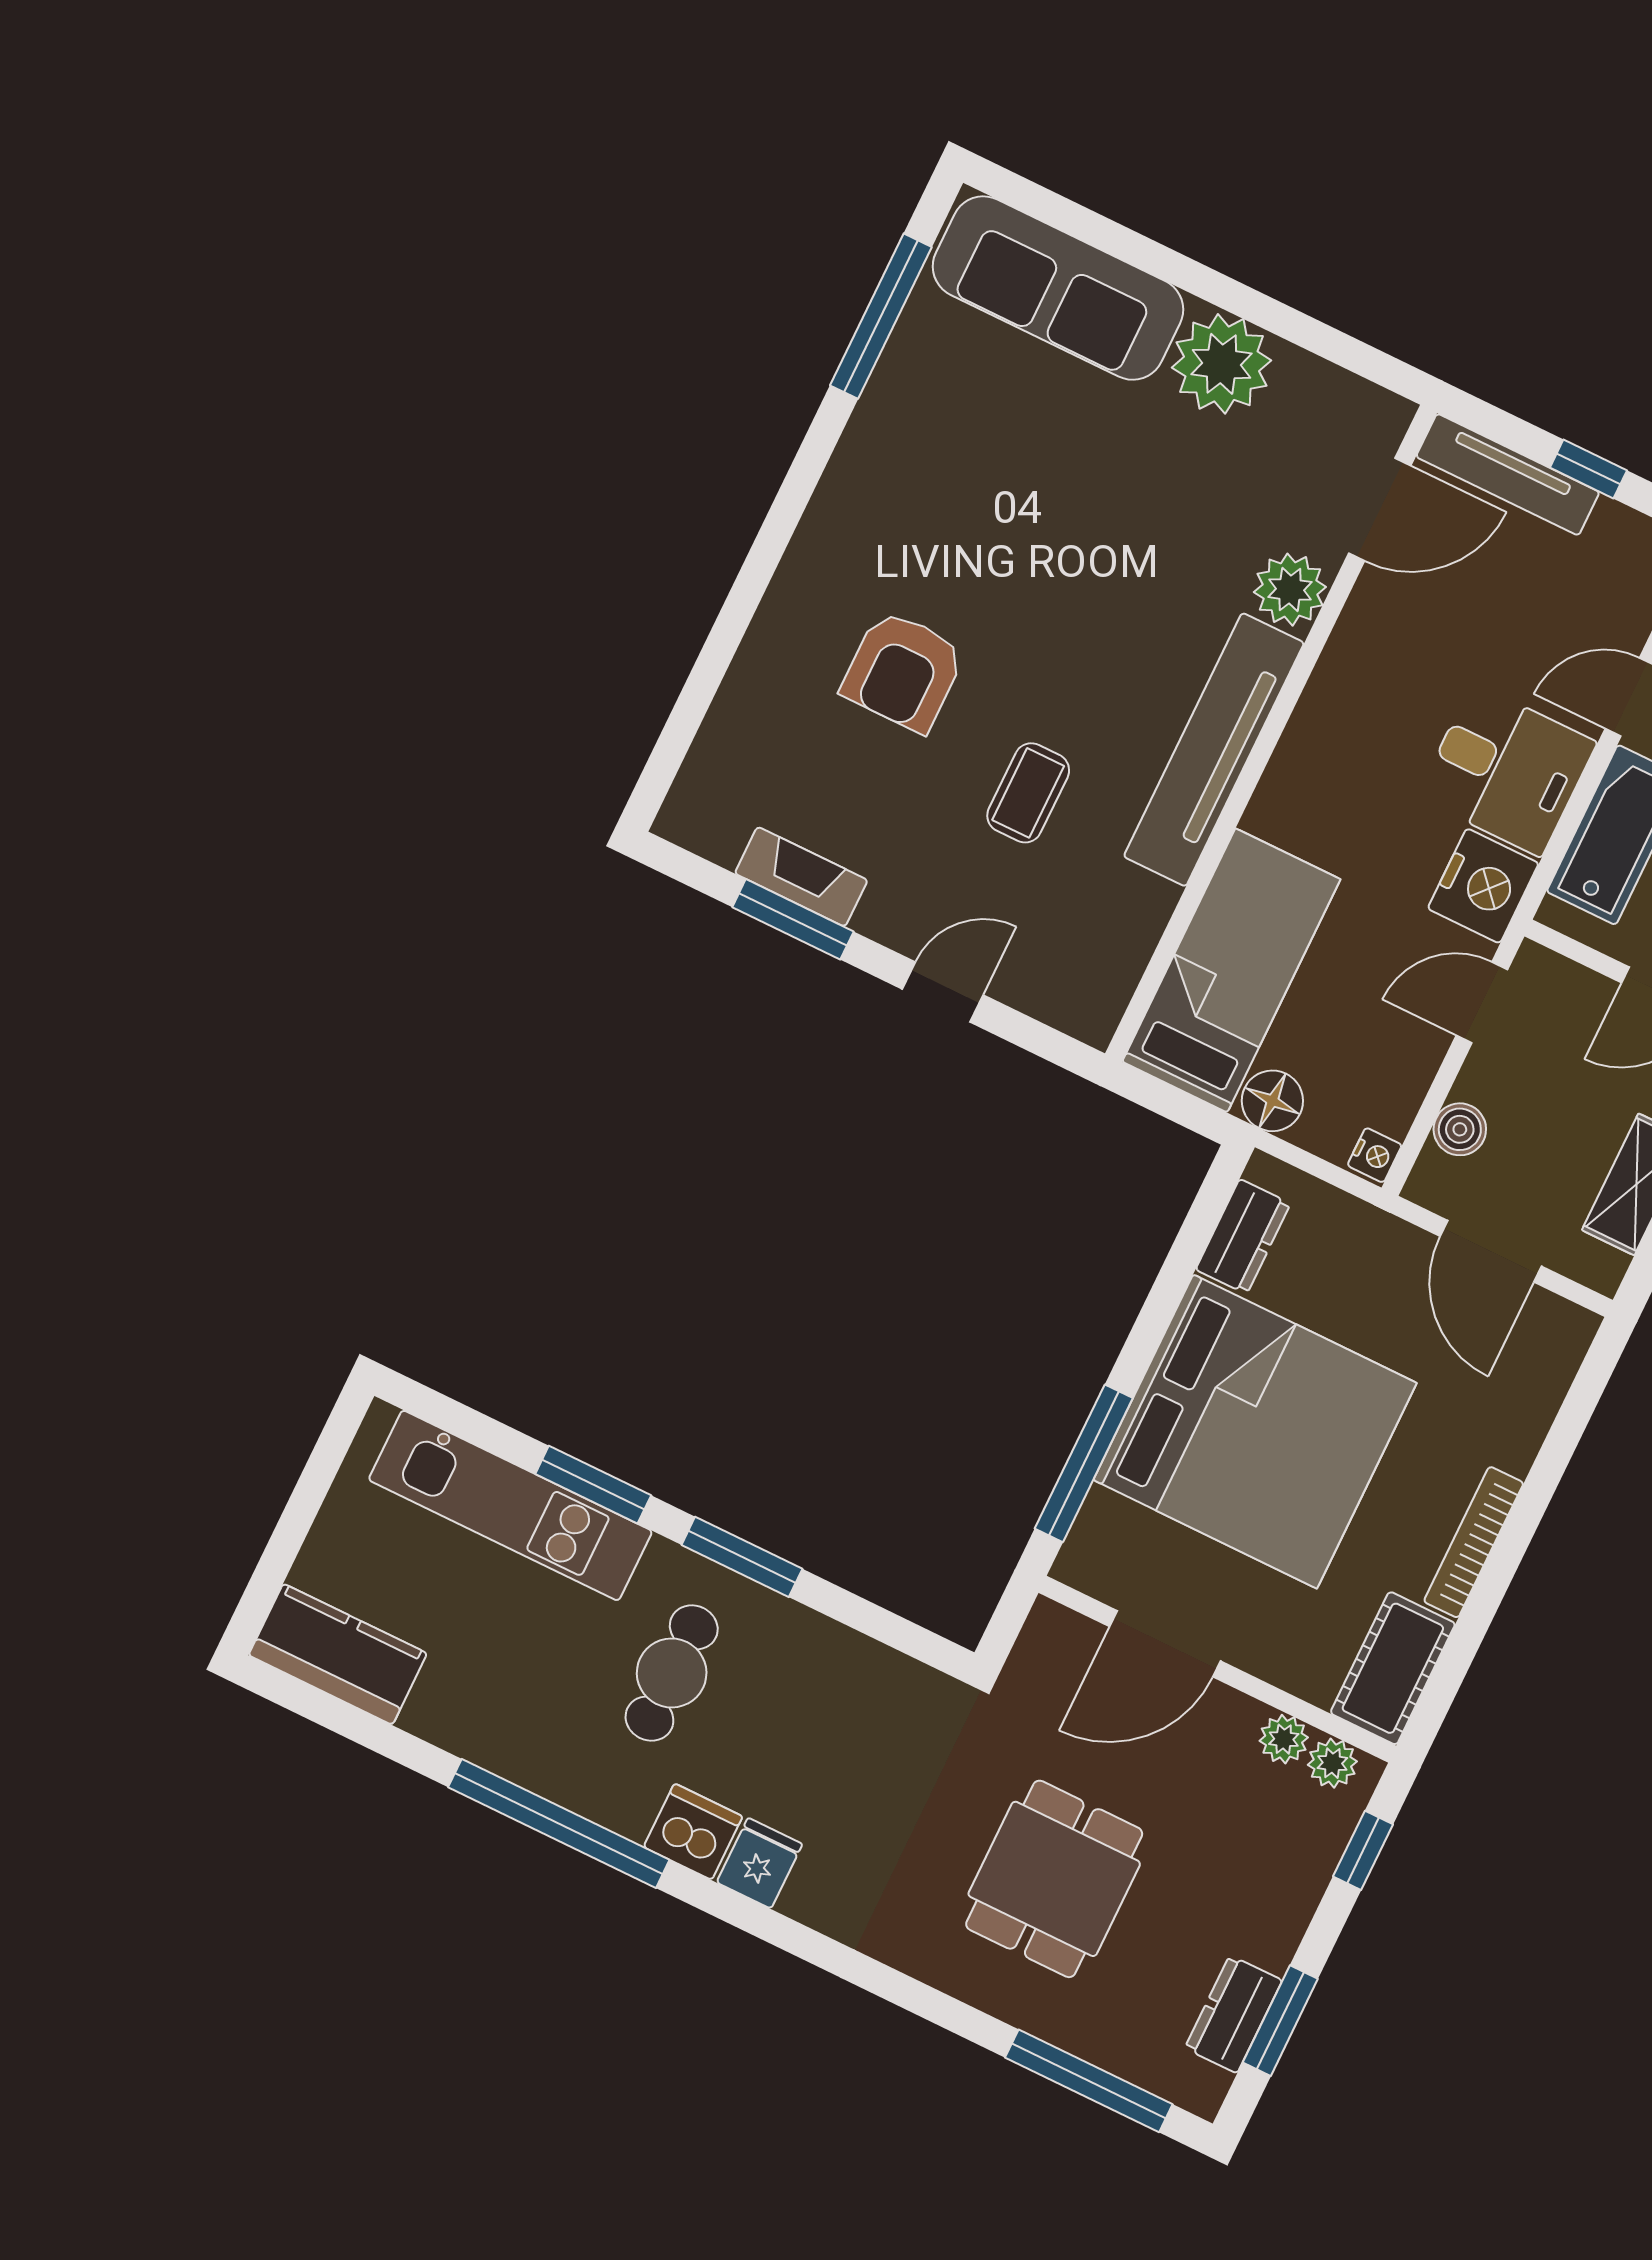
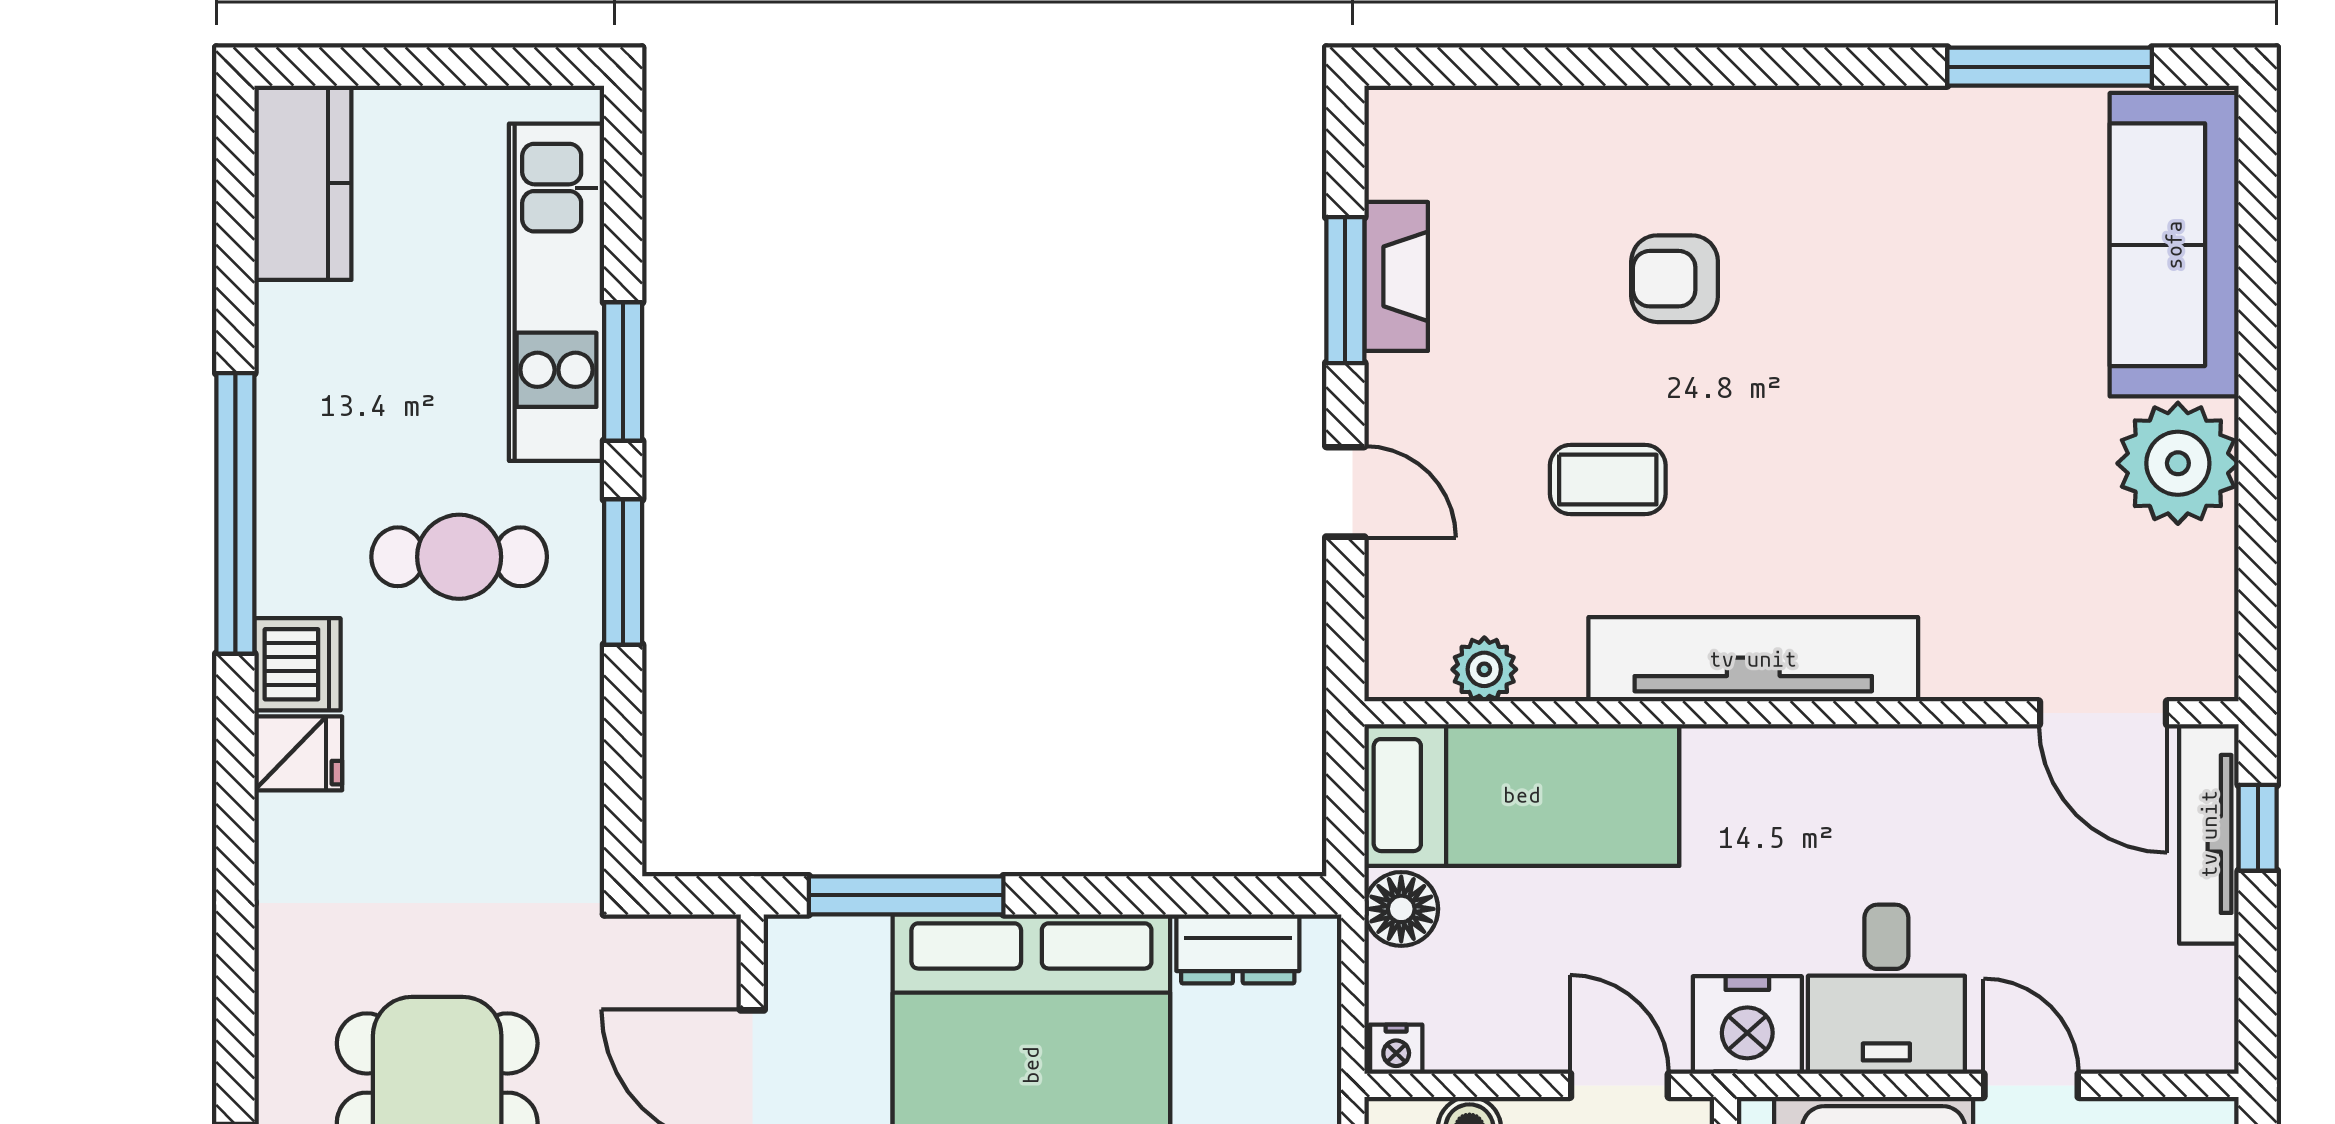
window: (1588, 469) -> (2258, 828), moved
plant: (1290, 590) -> (1484, 669), moved, width x0.73, depth x0.73
armchair: (903, 671) -> (1675, 279), width x0.72, depth x0.72

